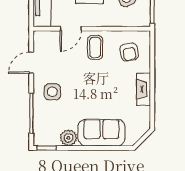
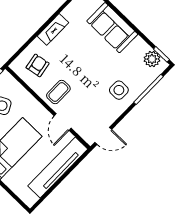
door: (71, 29) -> (63, 122), swing flipped
door: (31, 63) -> (103, 136), moved
plant: (68, 138) -> (152, 59), moved

